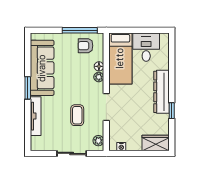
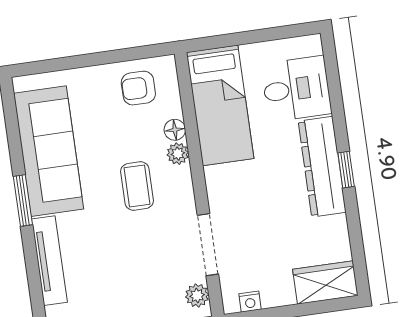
window: (80, 30) -> (120, 56), removed
desk: (146, 47) -> (296, 89), moved, turned 90
doorway: (106, 107) -> (208, 245), moved
window: (172, 111) -> (346, 170), moved
coffee table: (77, 115) -> (137, 186), moved

